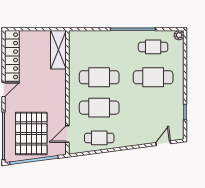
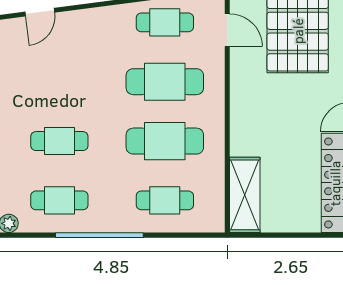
cafe table: (99, 47) -> (165, 200), added
cafe table: (153, 77) -> (59, 141), width x0.73, depth x0.74
door: (67, 134) -> (227, 30), hinge flipped

